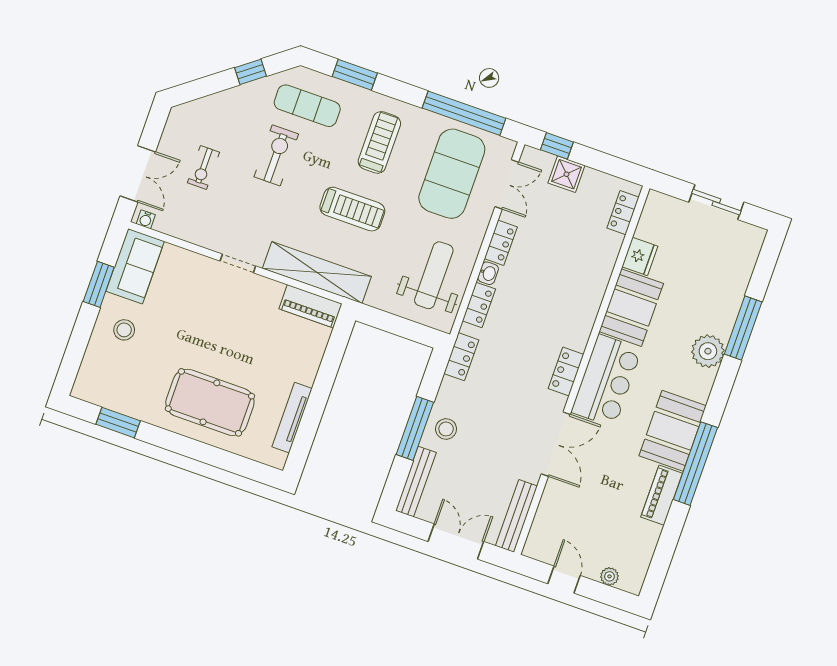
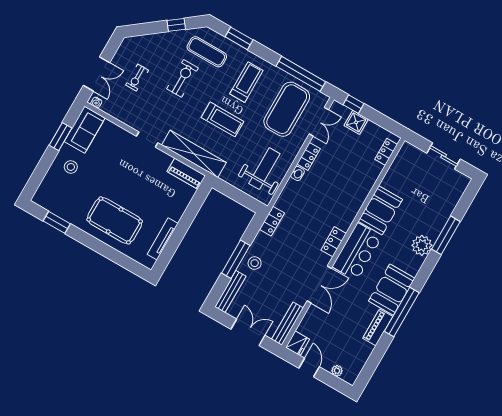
fridge: (640, 256) -> (298, 343), moved
locker: (479, 305) -> (288, 192), removed

